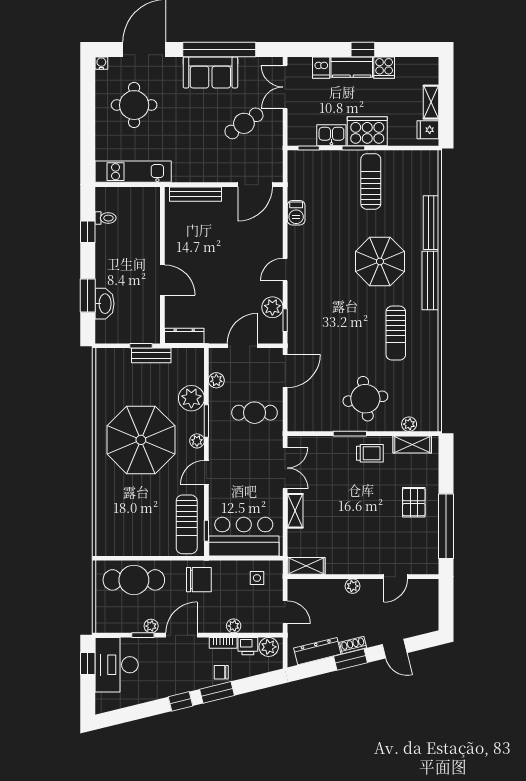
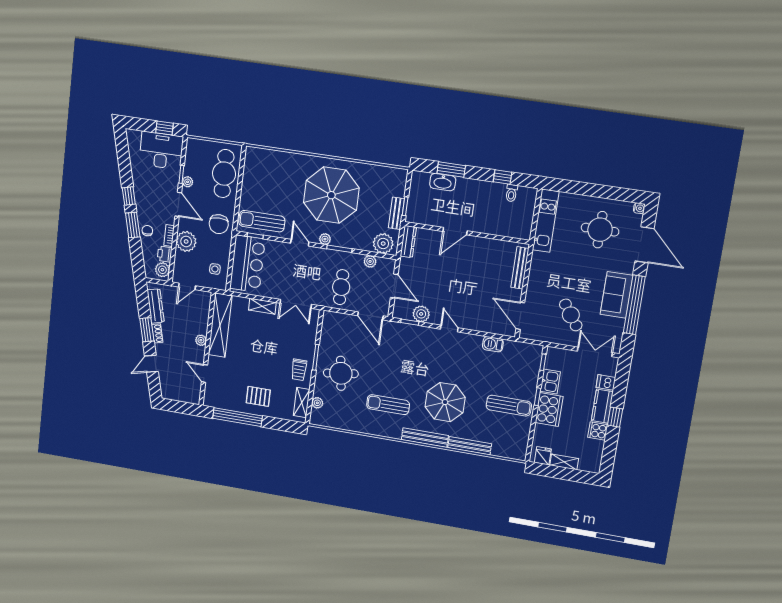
plant: (191, 398) -> (383, 244), moved
shelving: (306, 566) -> (220, 325), width x2.20, depth x1.33
plant: (234, 626) -> (186, 241), width x1.88, depth x1.88

